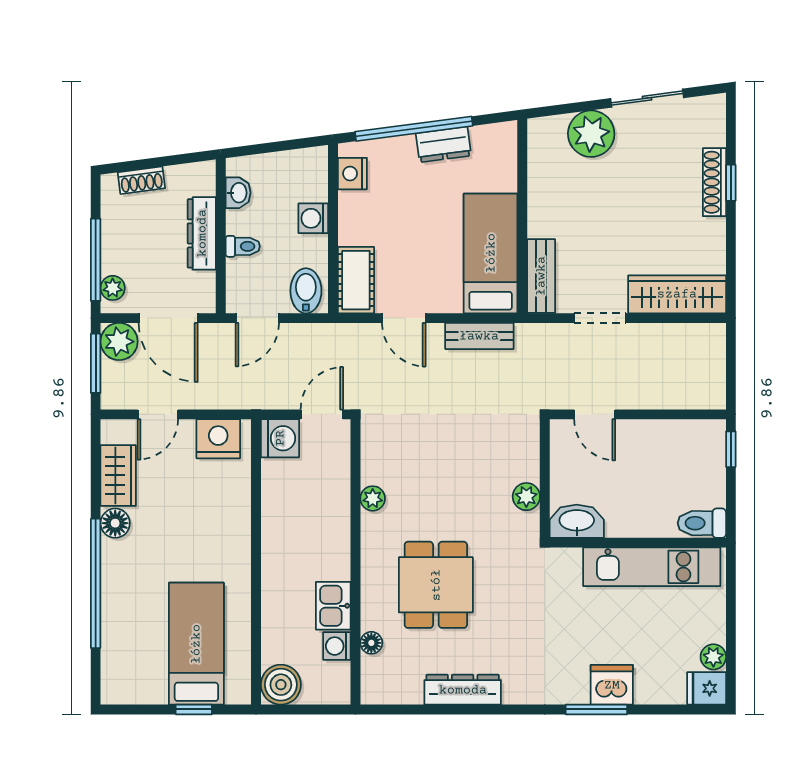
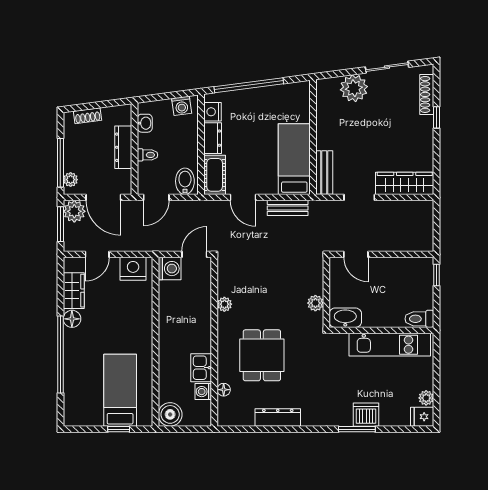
dresser: (443, 144) -> (213, 138), moved, turned -83
shoe rack: (714, 182) -> (427, 94), moved
washing machine: (313, 218) -> (182, 106), moved, turned -97

